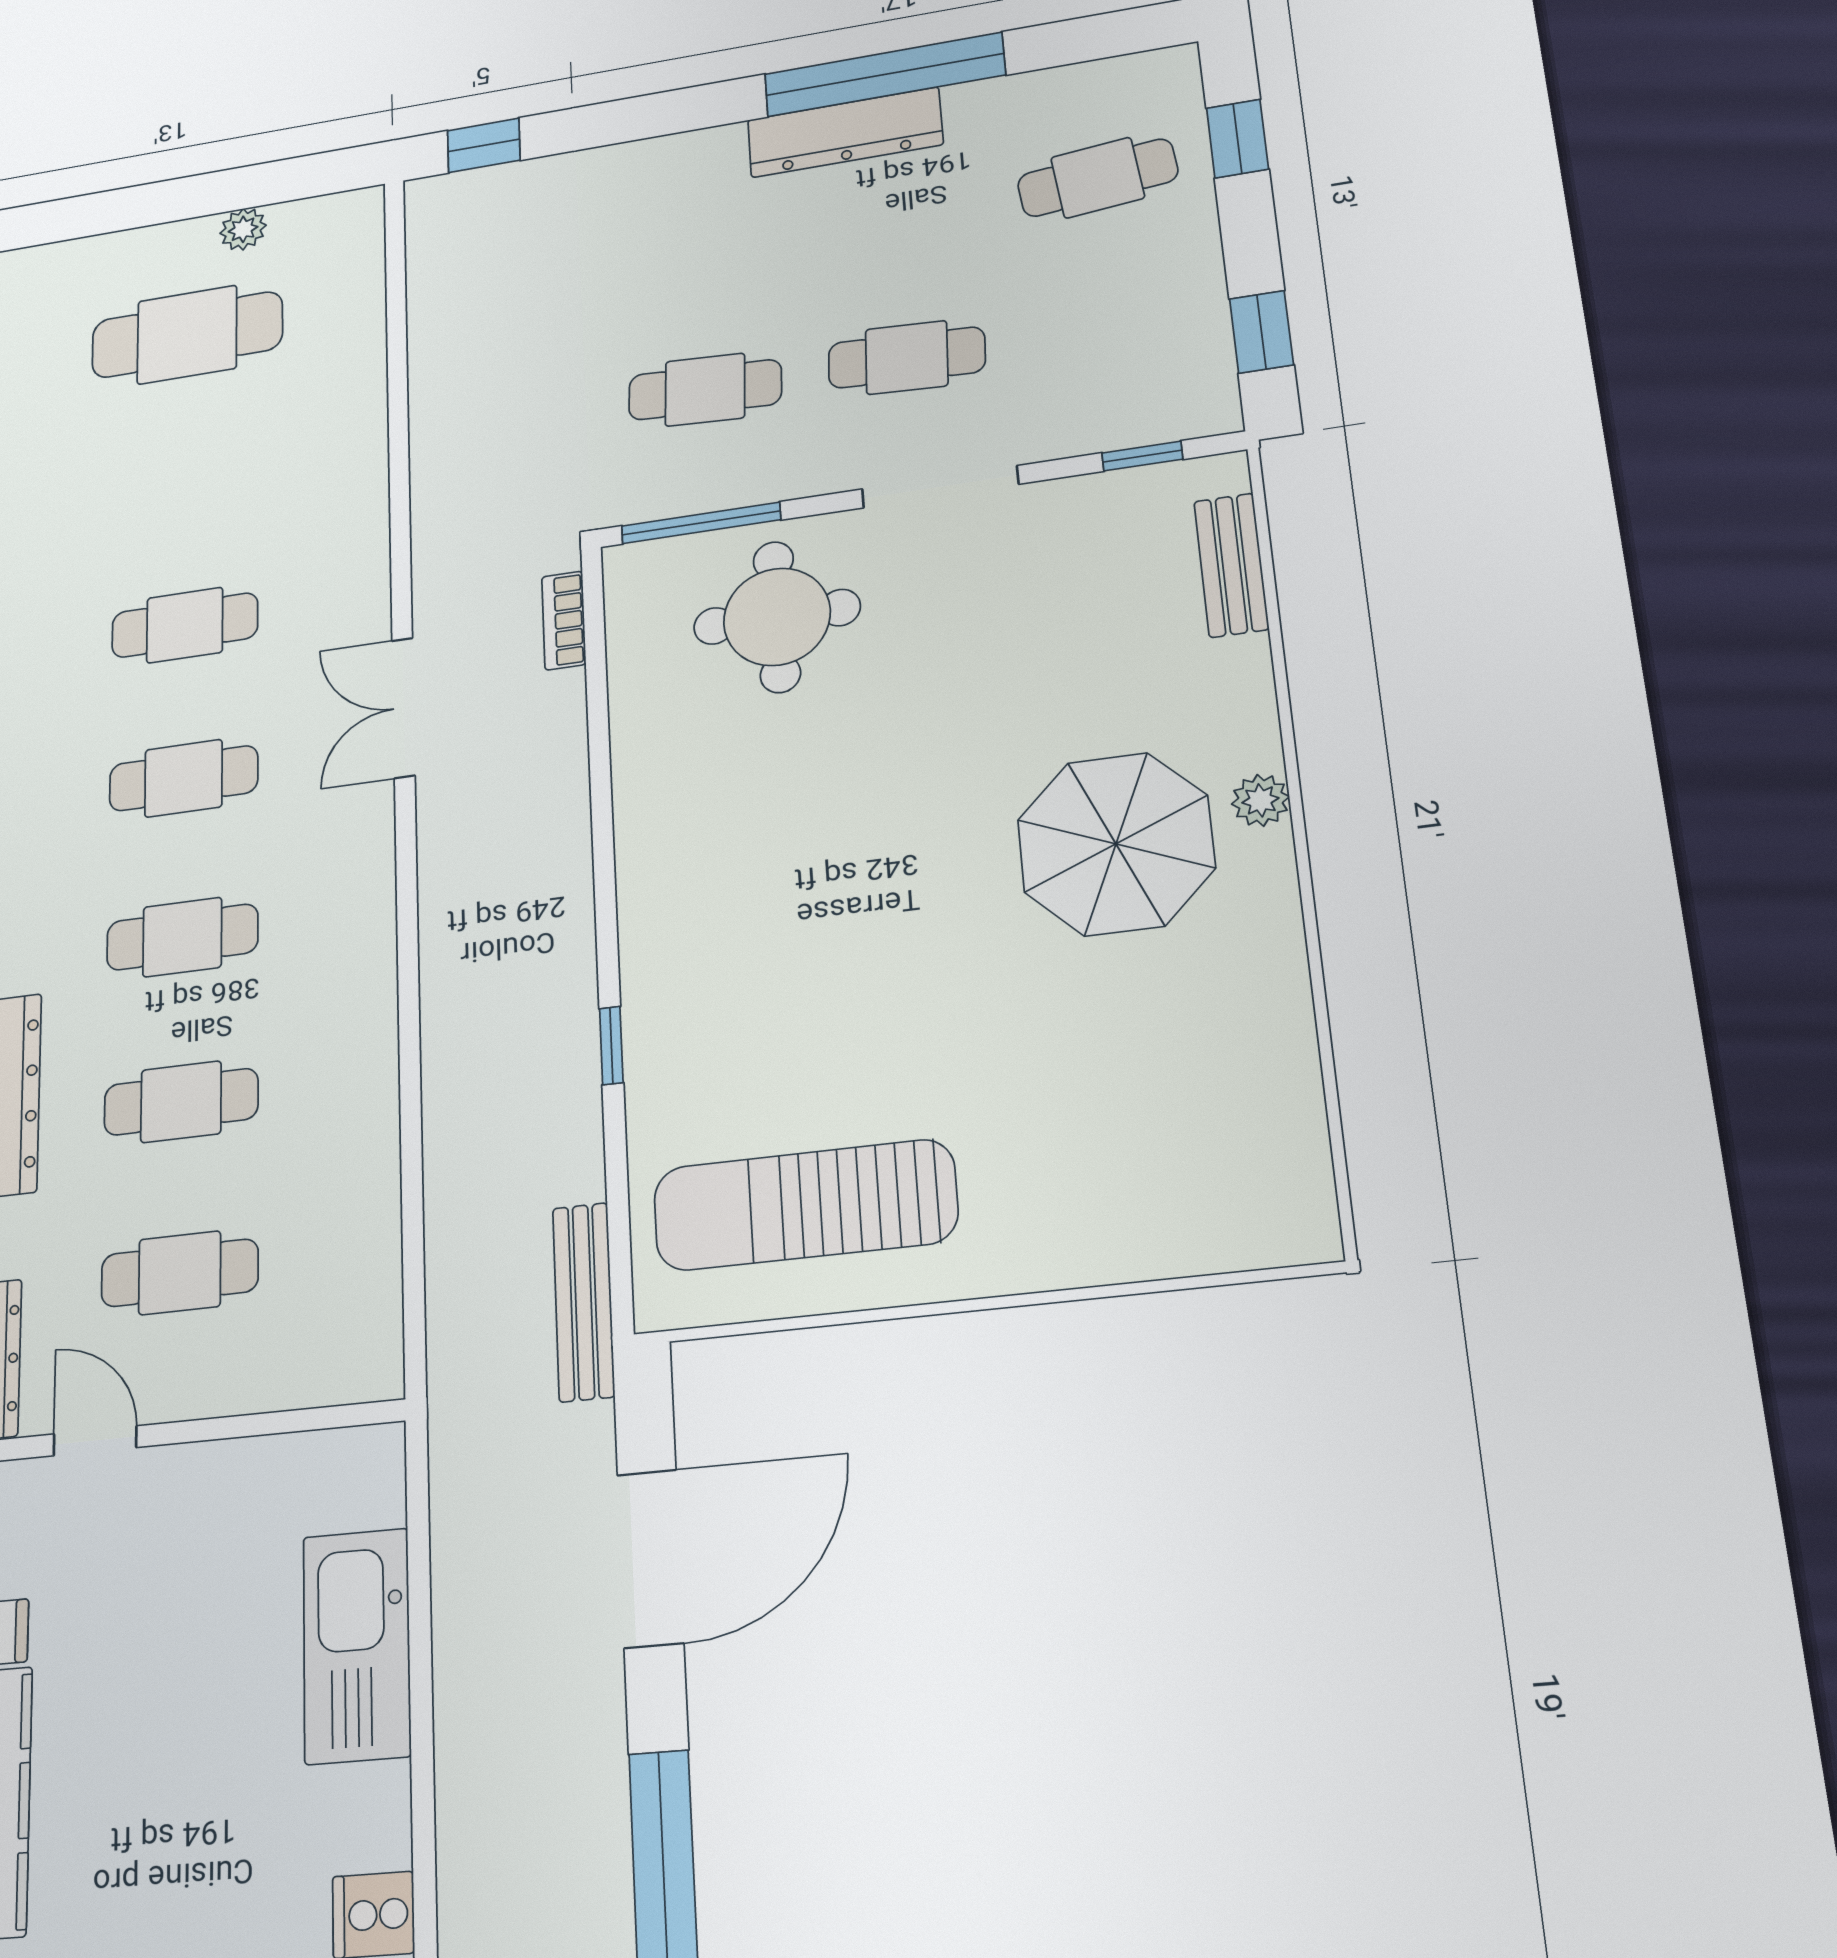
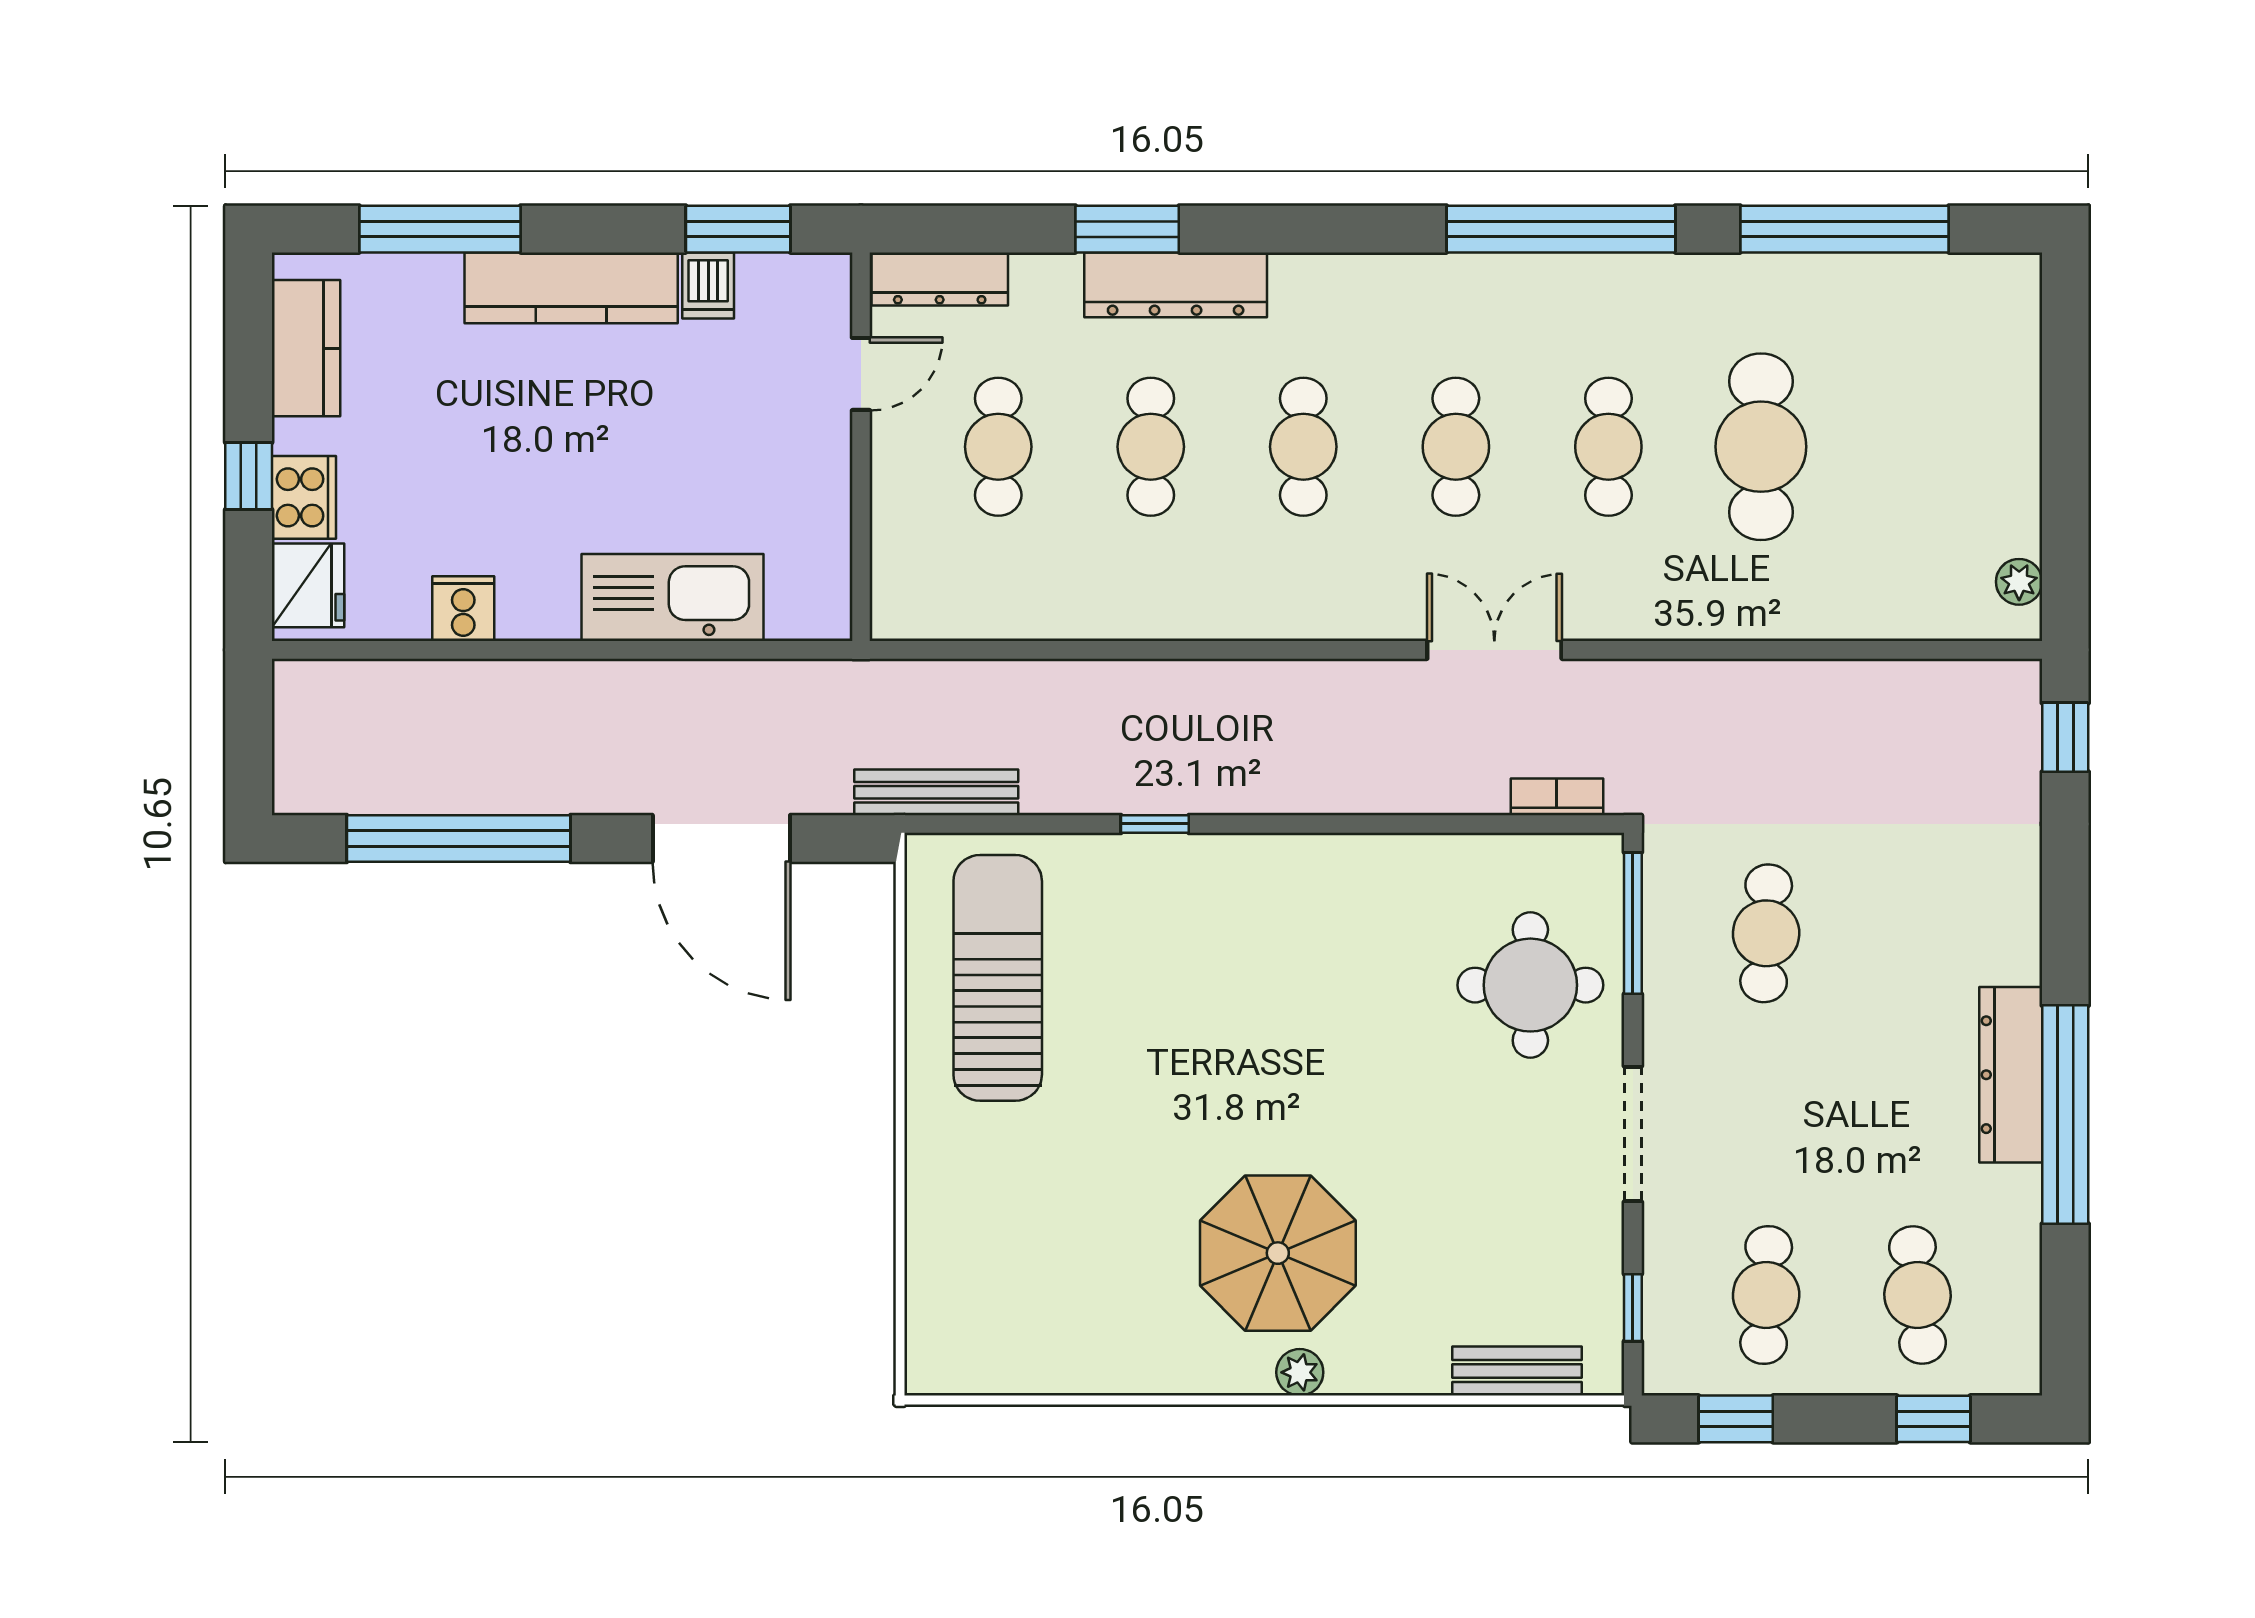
plant: (243, 229) -> (2019, 582), moved
cafe table: (187, 335) -> (1761, 447), moved
cafe table: (907, 358) -> (1766, 1295), moved

